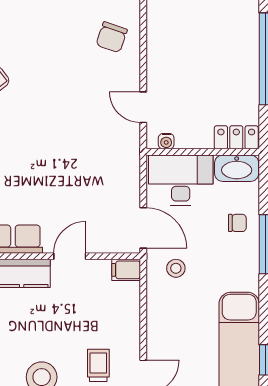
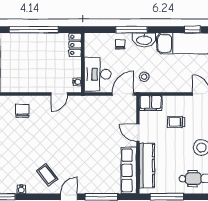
chair: (112, 37) -> (22, 111), turned -109
washbasin: (237, 168) -> (144, 40), moved, turned 90
filing cabinet: (126, 270) -> (151, 103), width x2.00
trolley: (98, 365) -> (176, 122), moved

